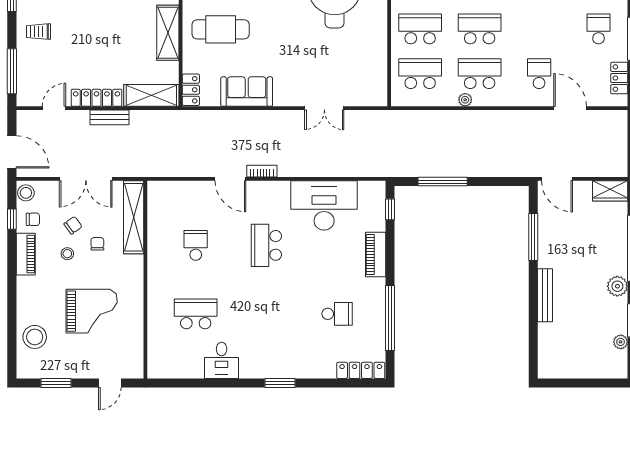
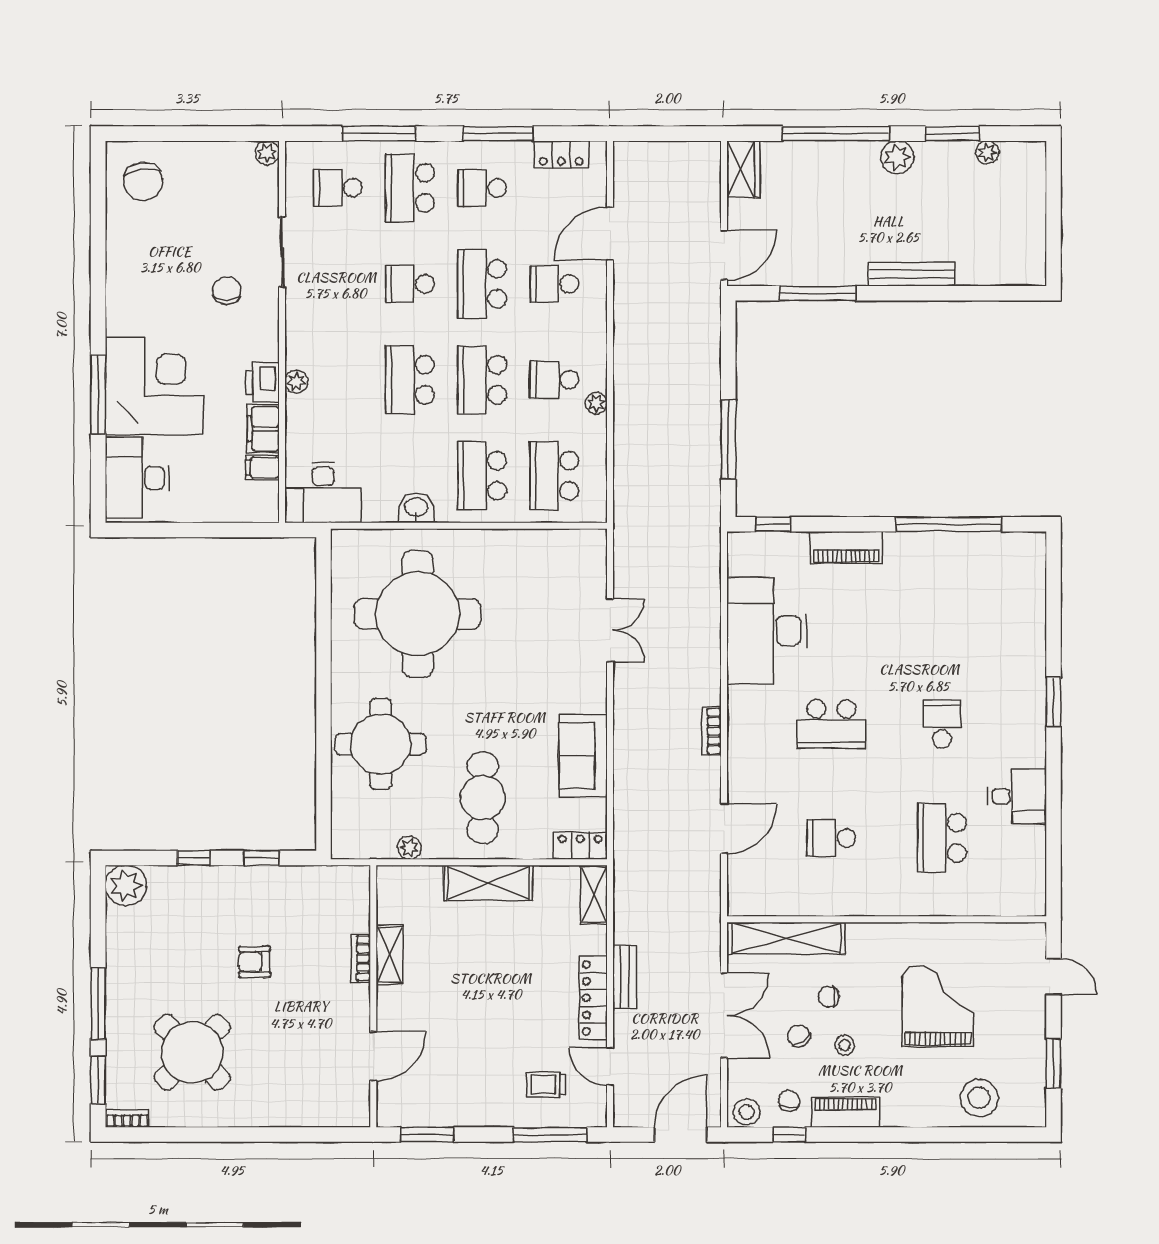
school desk: (539, 29) -> (482, 284), added
trolley: (38, 32) -> (546, 1085), moved, turned 90
school desk: (480, 74) -> (554, 380), width x0.54
shelving: (151, 95) -> (594, 895), width x0.67, depth x0.75
door: (230, 179) -> (724, 828), moved
school desk: (337, 314) -> (942, 724), moved
locker: (361, 370) -> (1033, 572), removed

